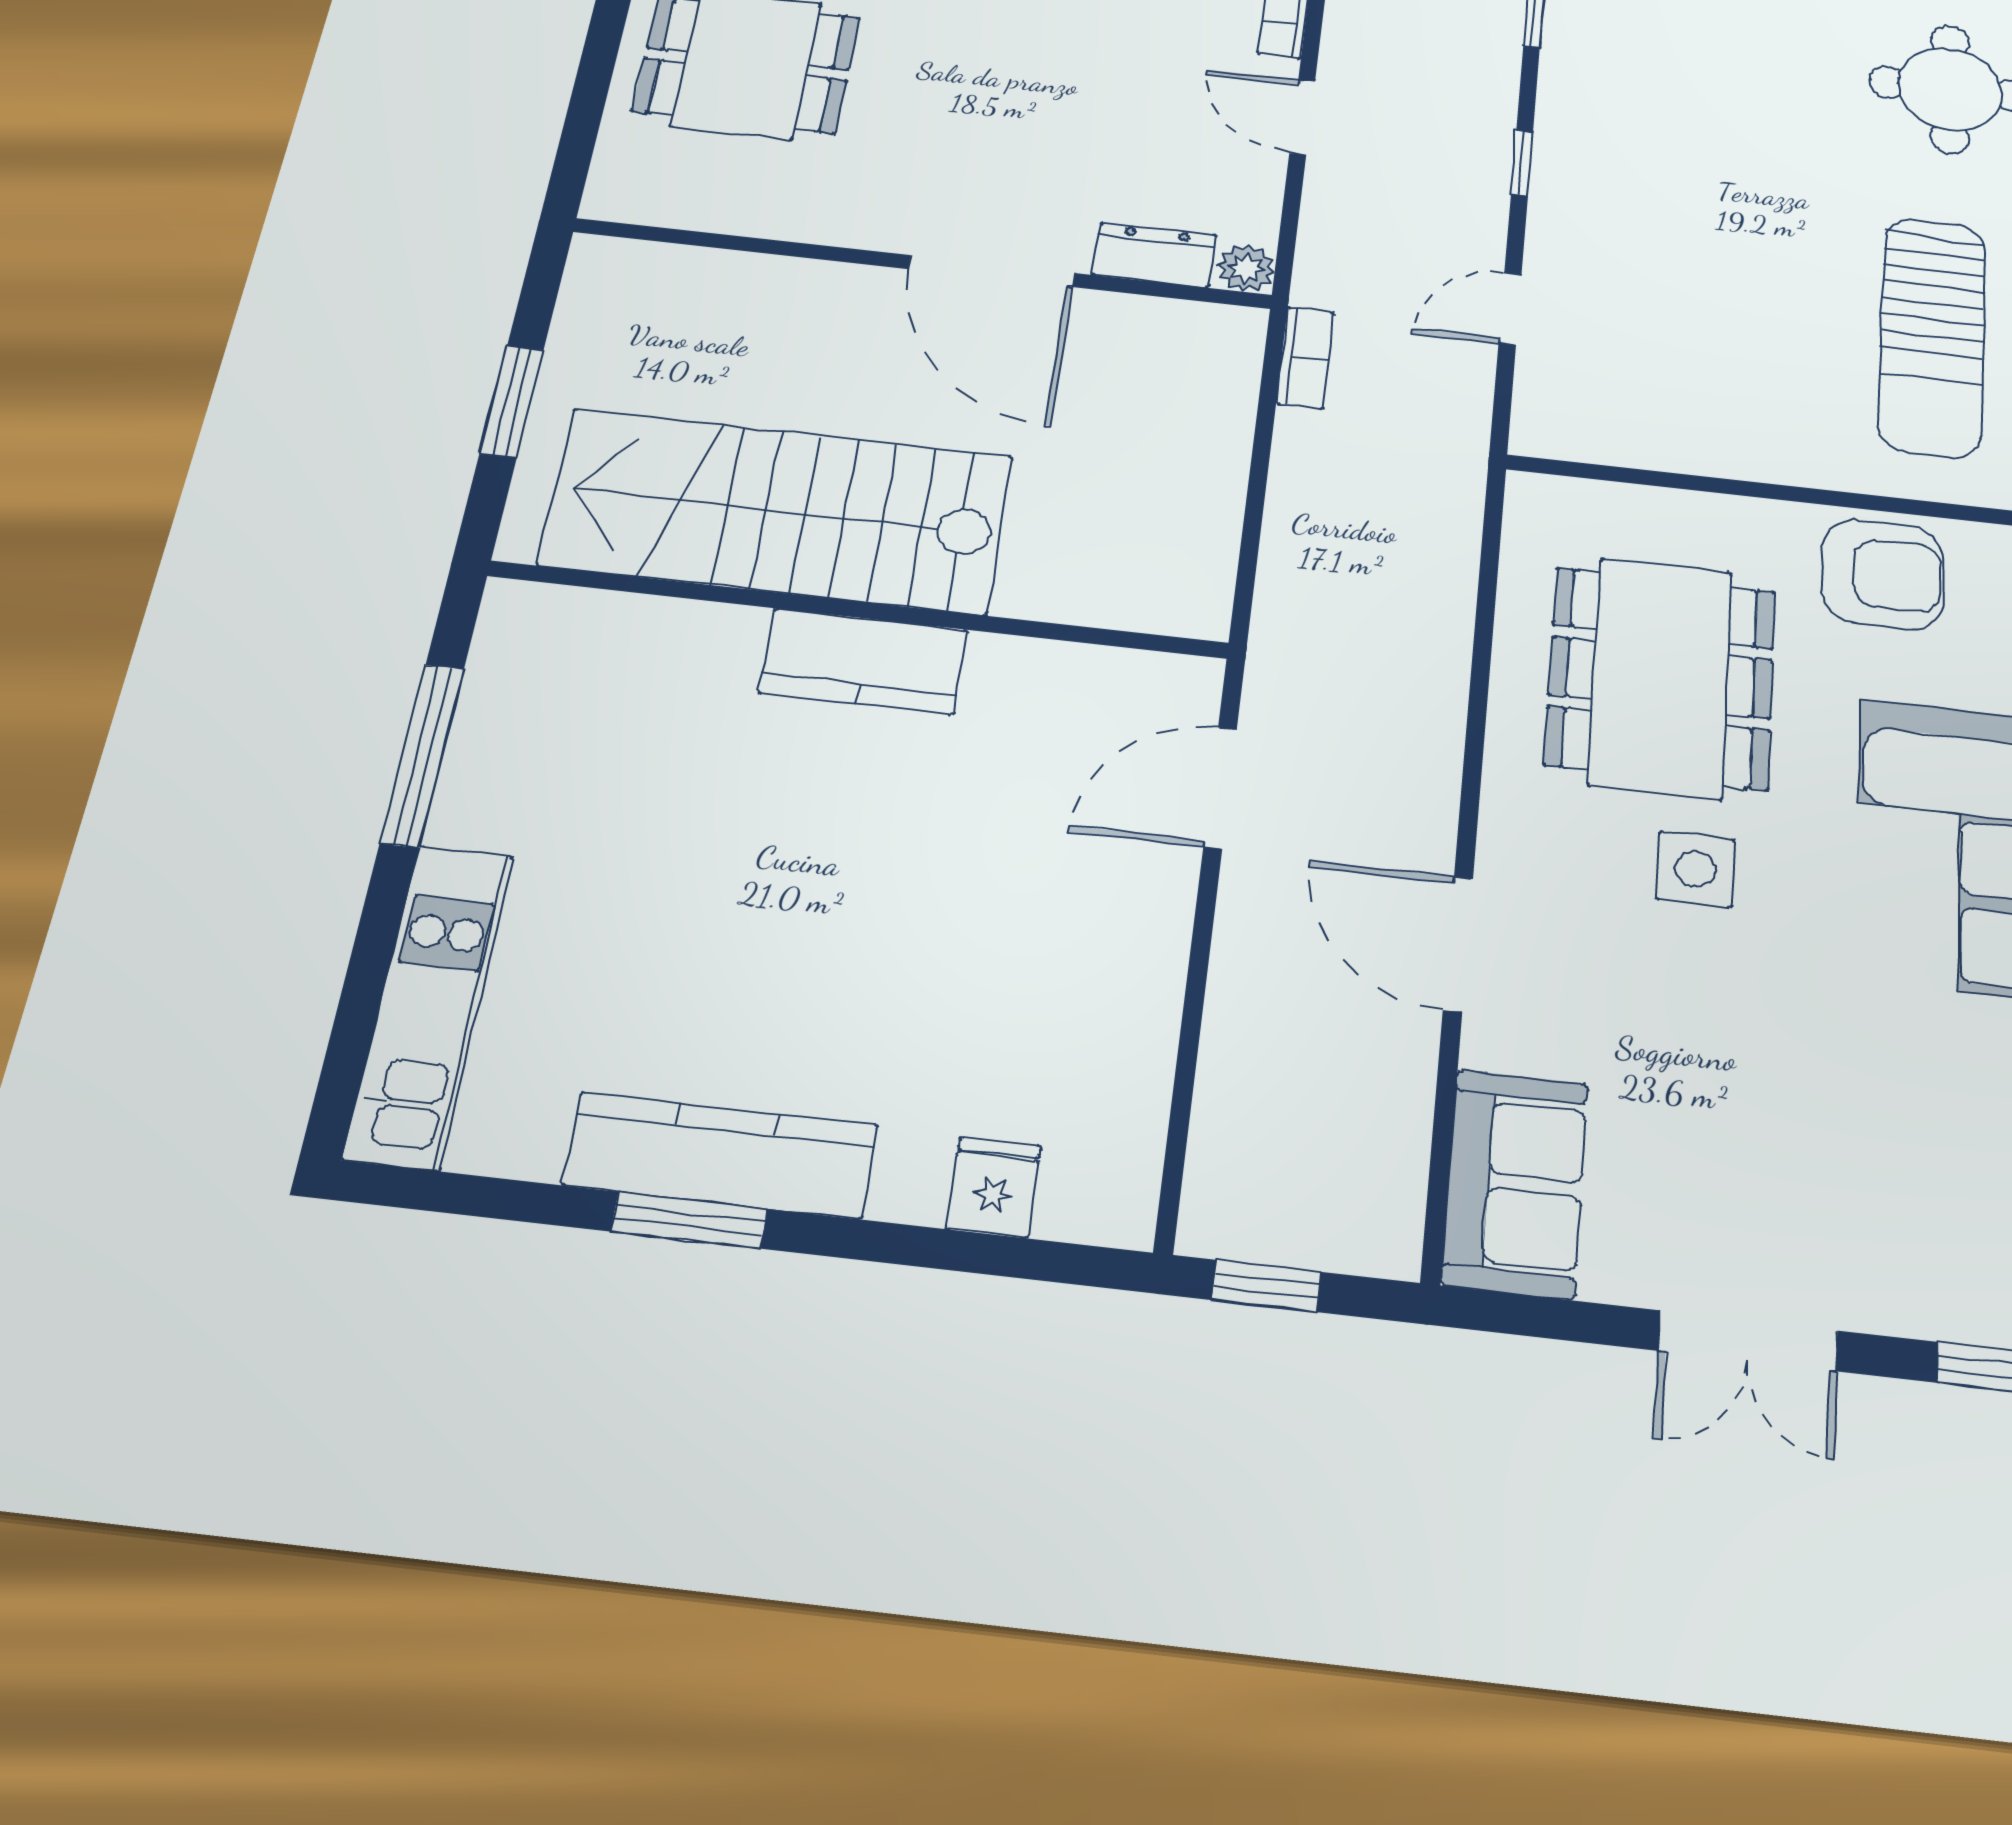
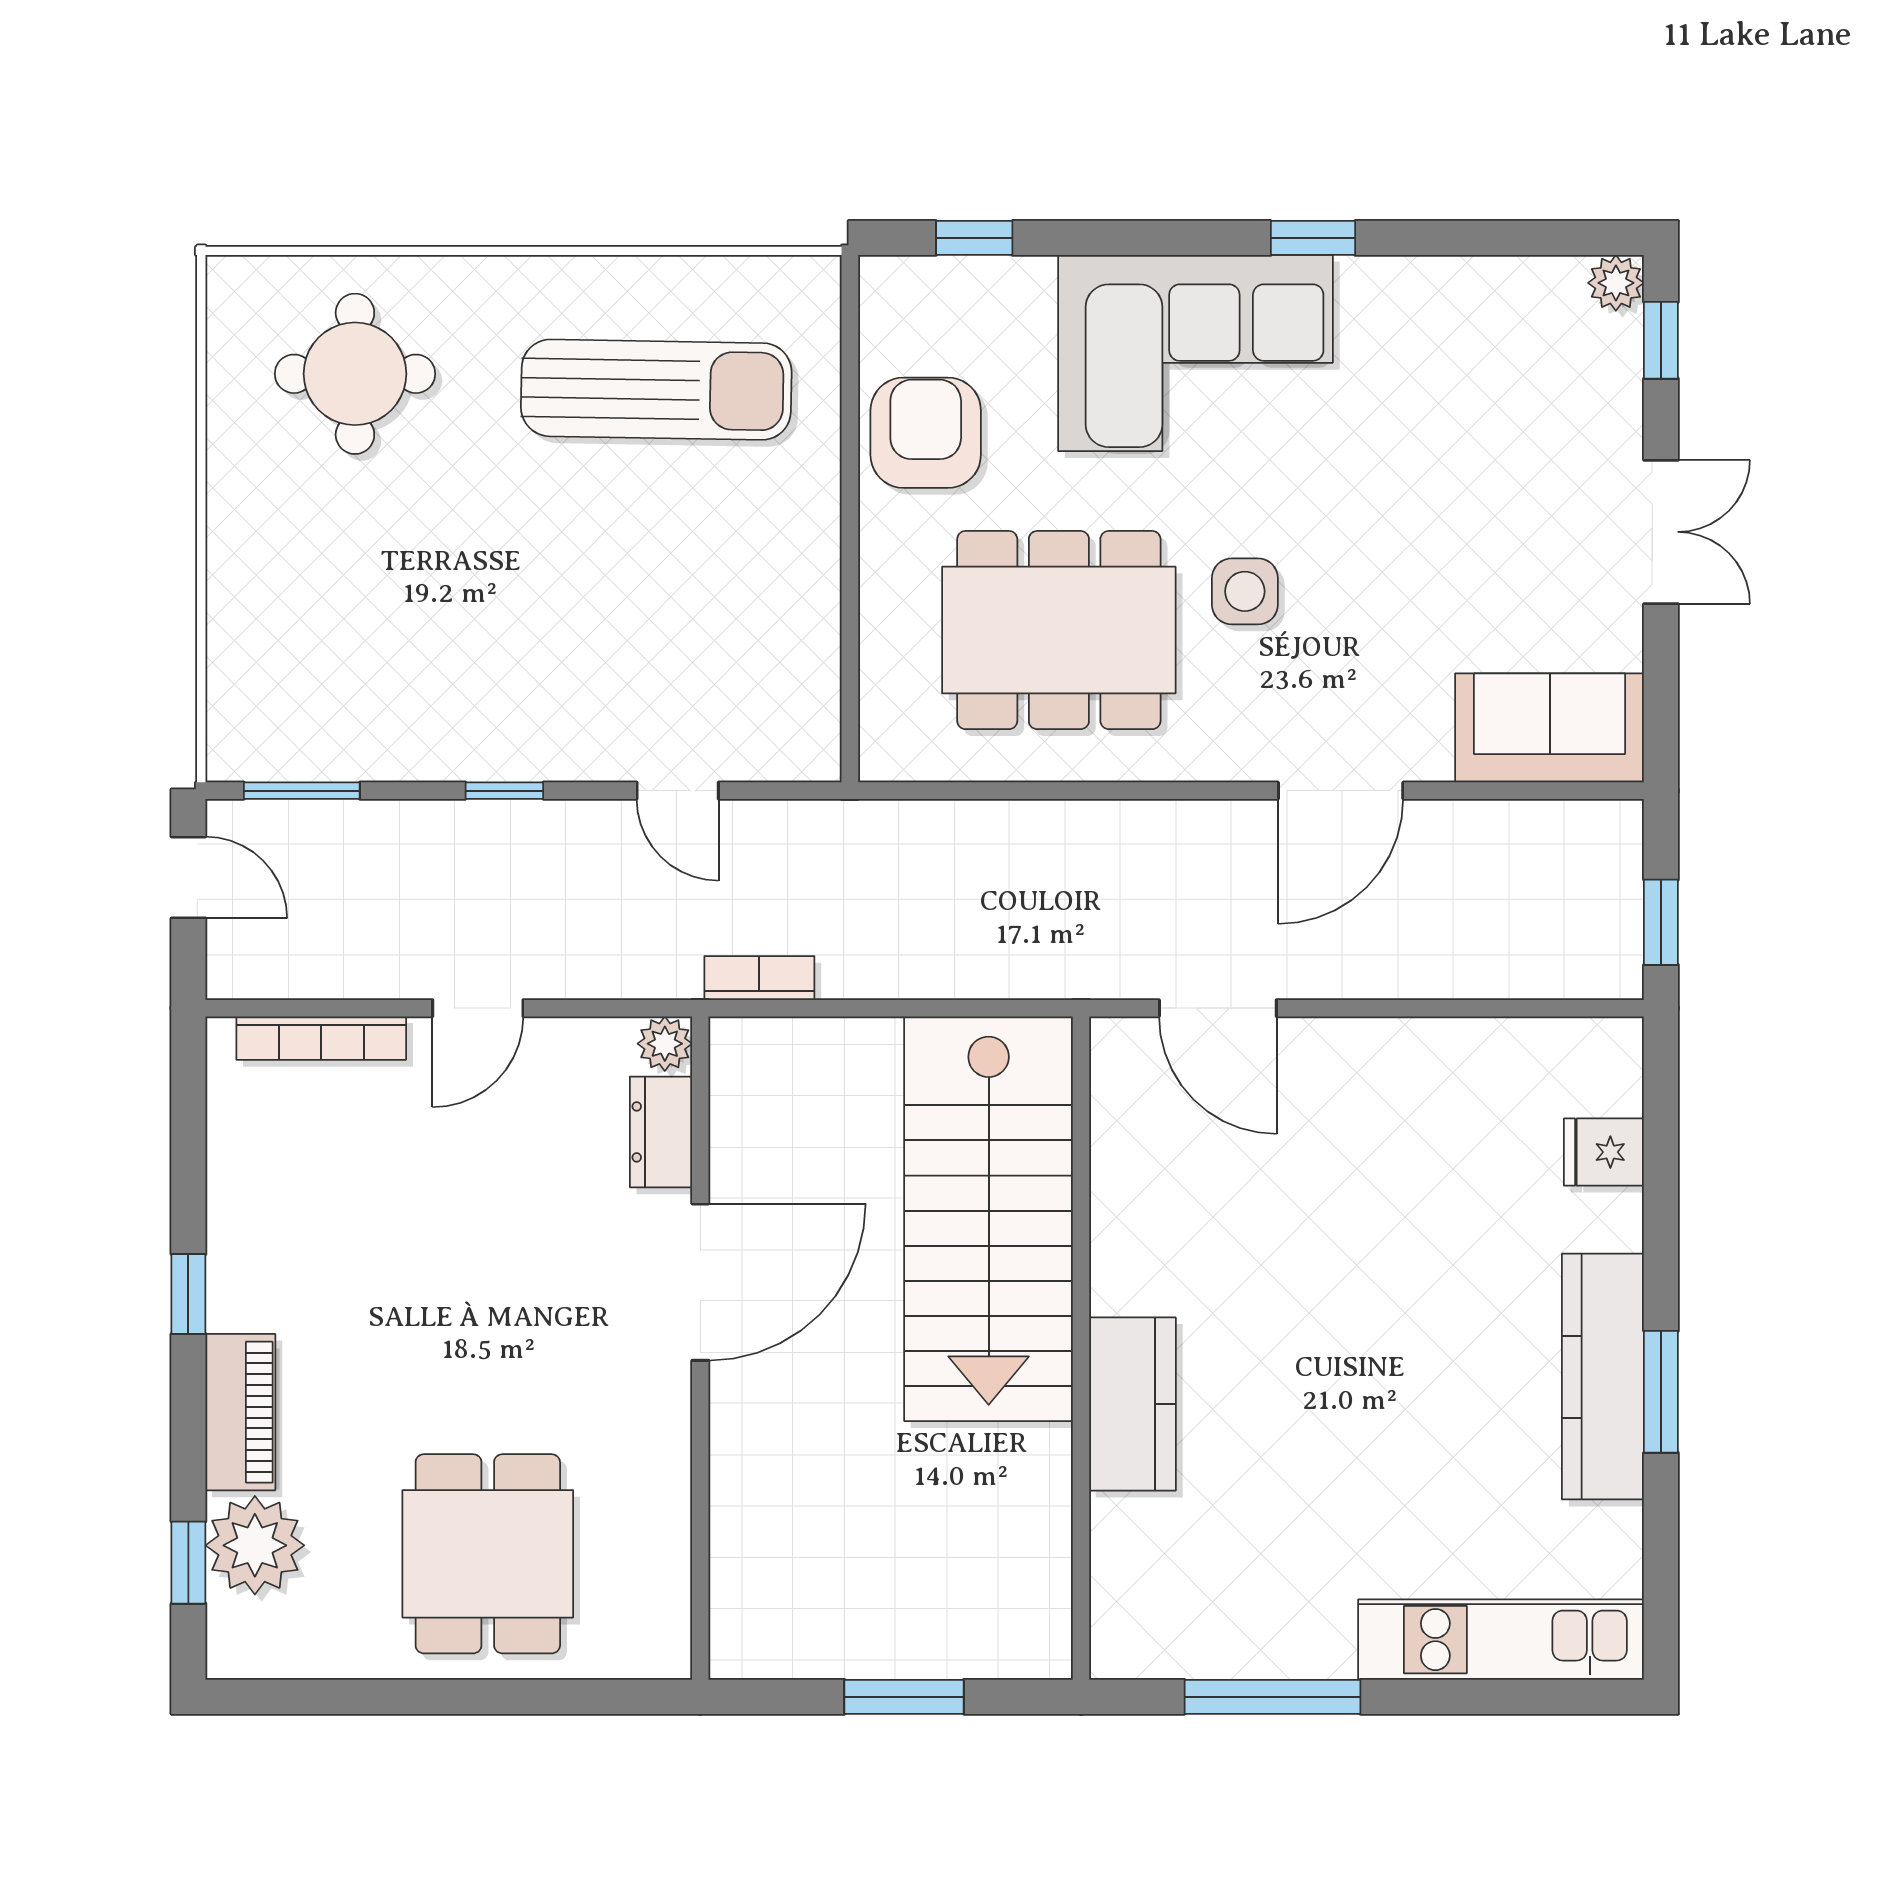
stairs: (777, 511) -> (989, 1219), moved
kitchen counter: (864, 661) -> (1132, 1404), moved

